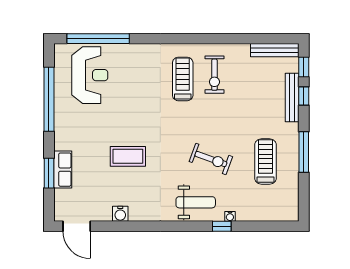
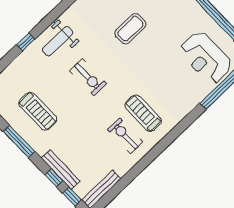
treadmill: (183, 79) -> (143, 113), turned 180
exercise bike: (211, 159) -> (88, 77), moved, turned -110
water cooler: (230, 216) -> (27, 53), removed

